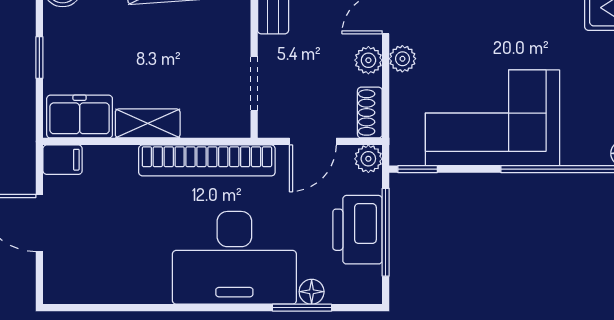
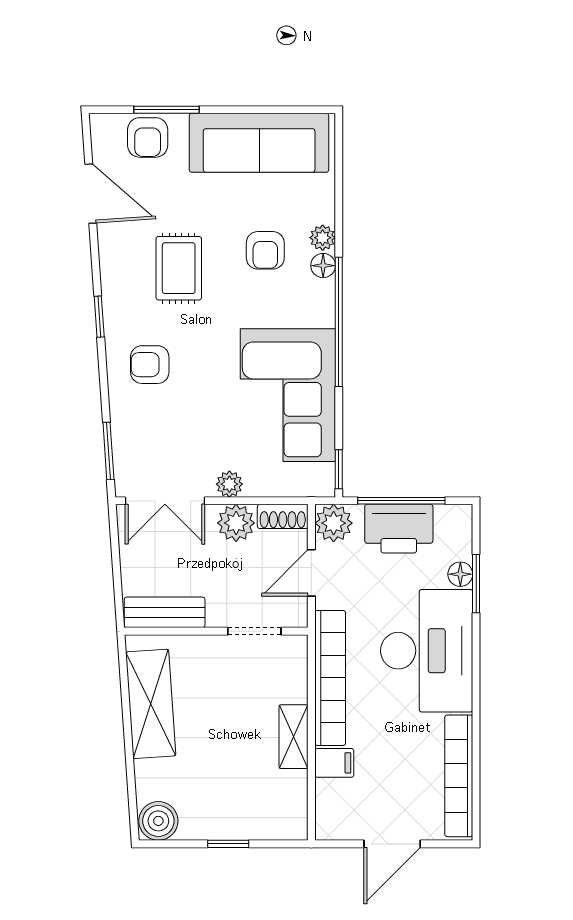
plant: (368, 60) -> (236, 523), width x1.38, depth x1.38
freezer: (80, 117) -> (287, 804), removed
door: (313, 141) -> (311, 573), swing flipped
plant: (368, 159) -> (334, 523), width x1.38, depth x1.38
filing cabinet: (63, 160) -> (334, 763), moved, turned 90
bookcase: (108, 290) -> (459, 776), added

